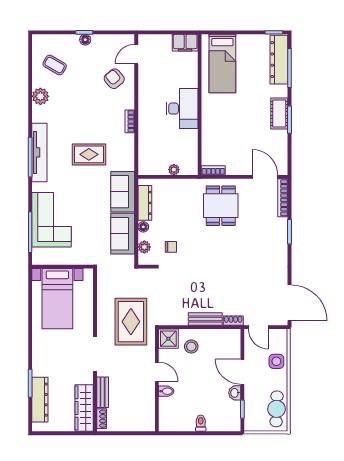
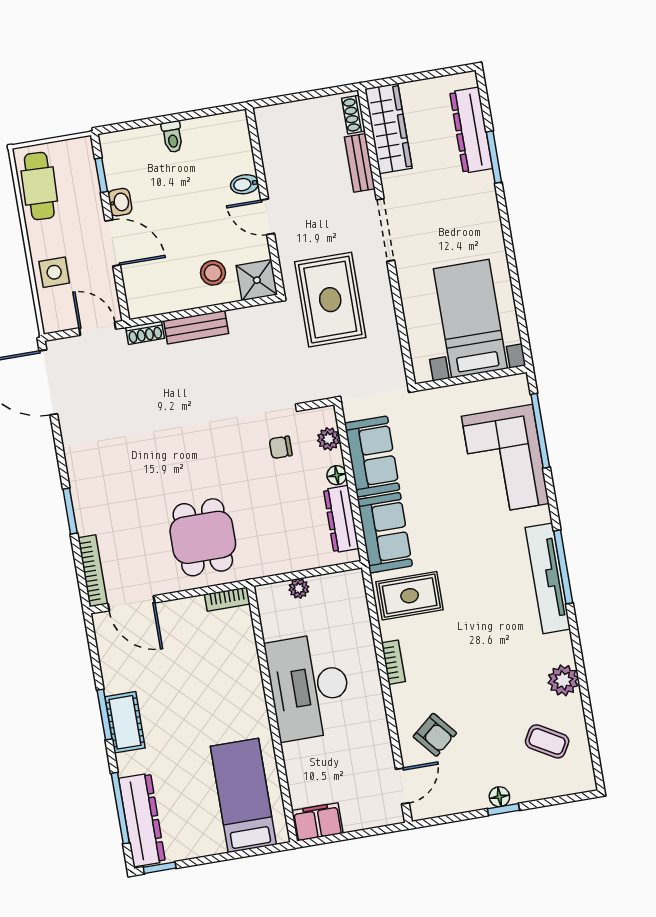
desk: (182, 109) -> (309, 687), width x1.36, depth x1.30
rug: (89, 154) -> (410, 596), moved

